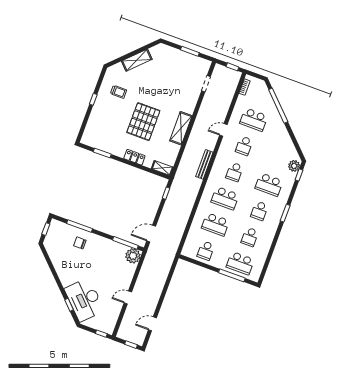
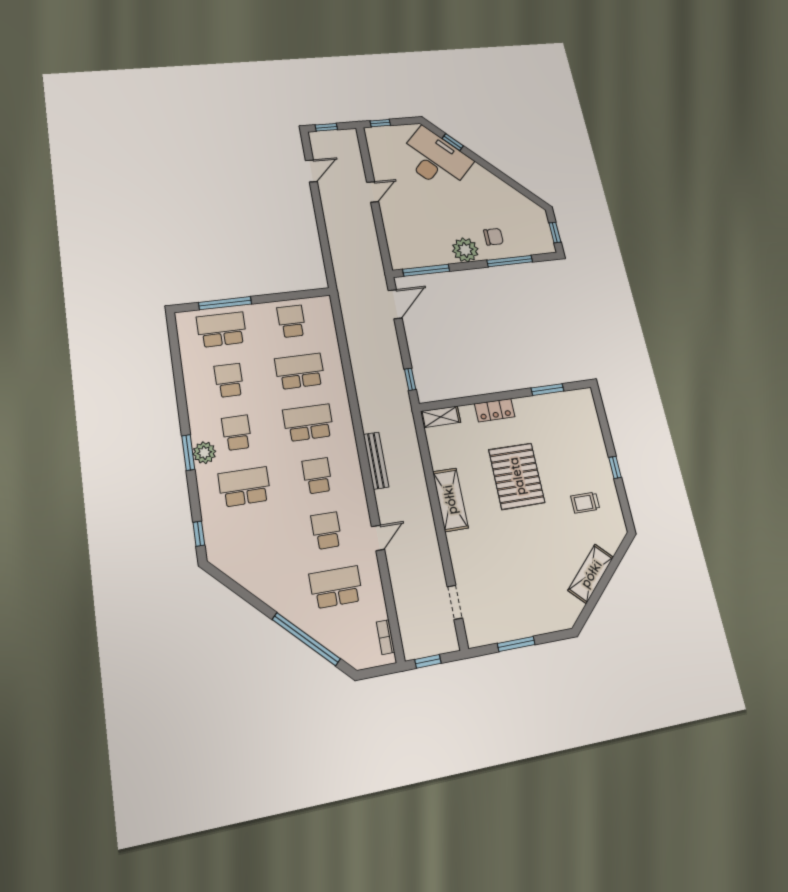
plant: (294, 166) -> (204, 453), moved
plant: (133, 256) -> (465, 250), moved

